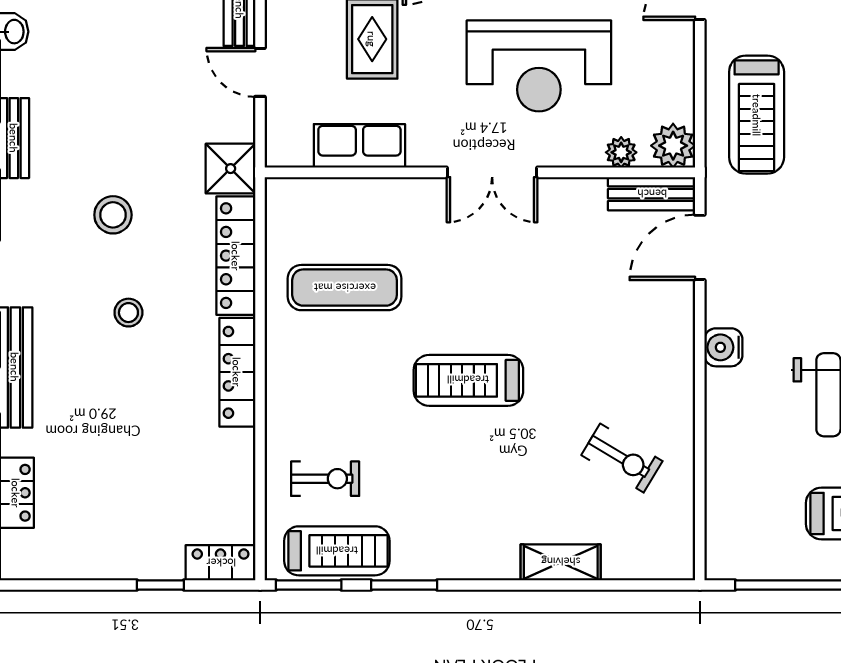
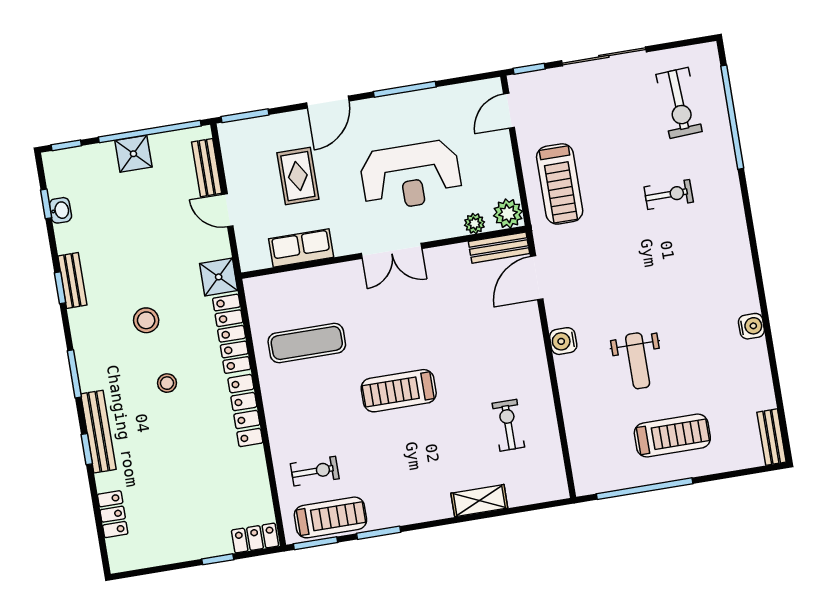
exercise bike: (622, 458) -> (508, 425), turned -121

